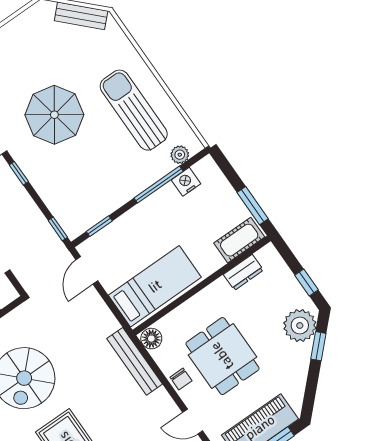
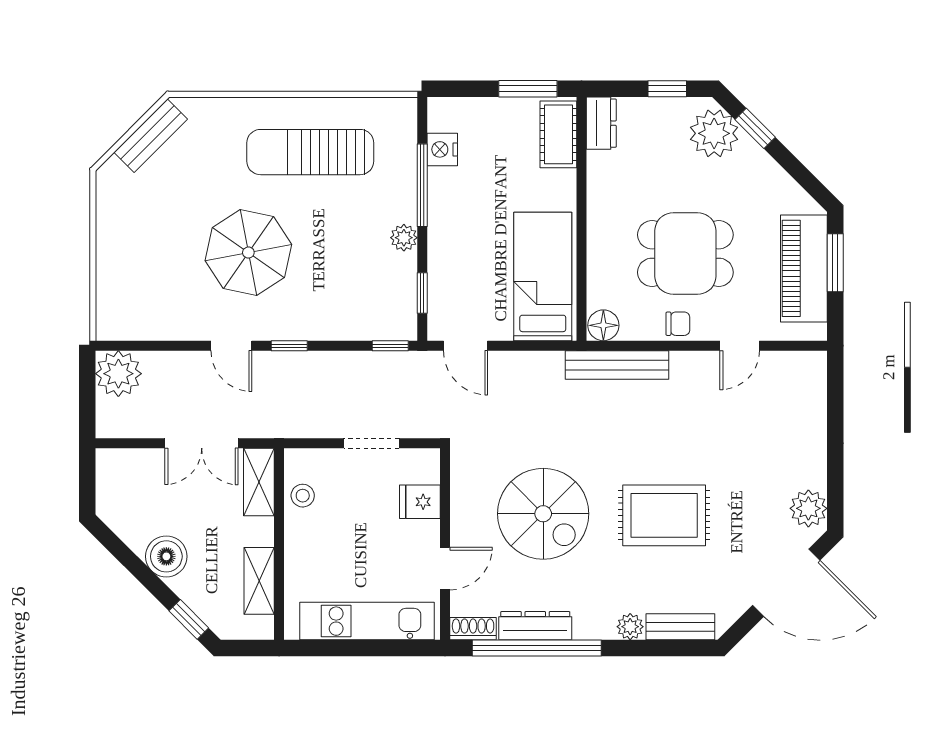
plant: (180, 155) -> (404, 238), moved
dresser: (243, 272) -> (601, 123), moved

